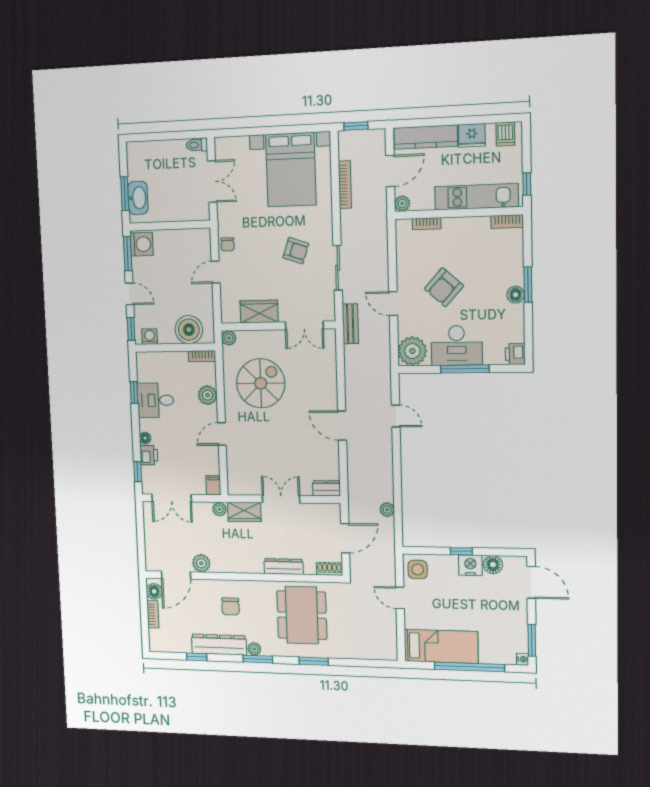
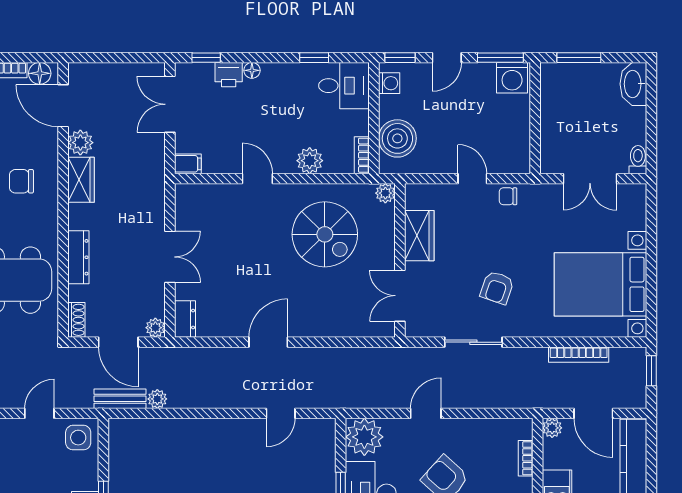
washbasin: (138, 198) -> (633, 84), moved, turned 90
bench: (350, 324) -> (120, 399), moved
desk: (155, 400) -> (344, 86), moved, turned 90
plant: (219, 509) -> (155, 328), moved
wardrobe: (244, 512) -> (81, 180), moved, turned 180

